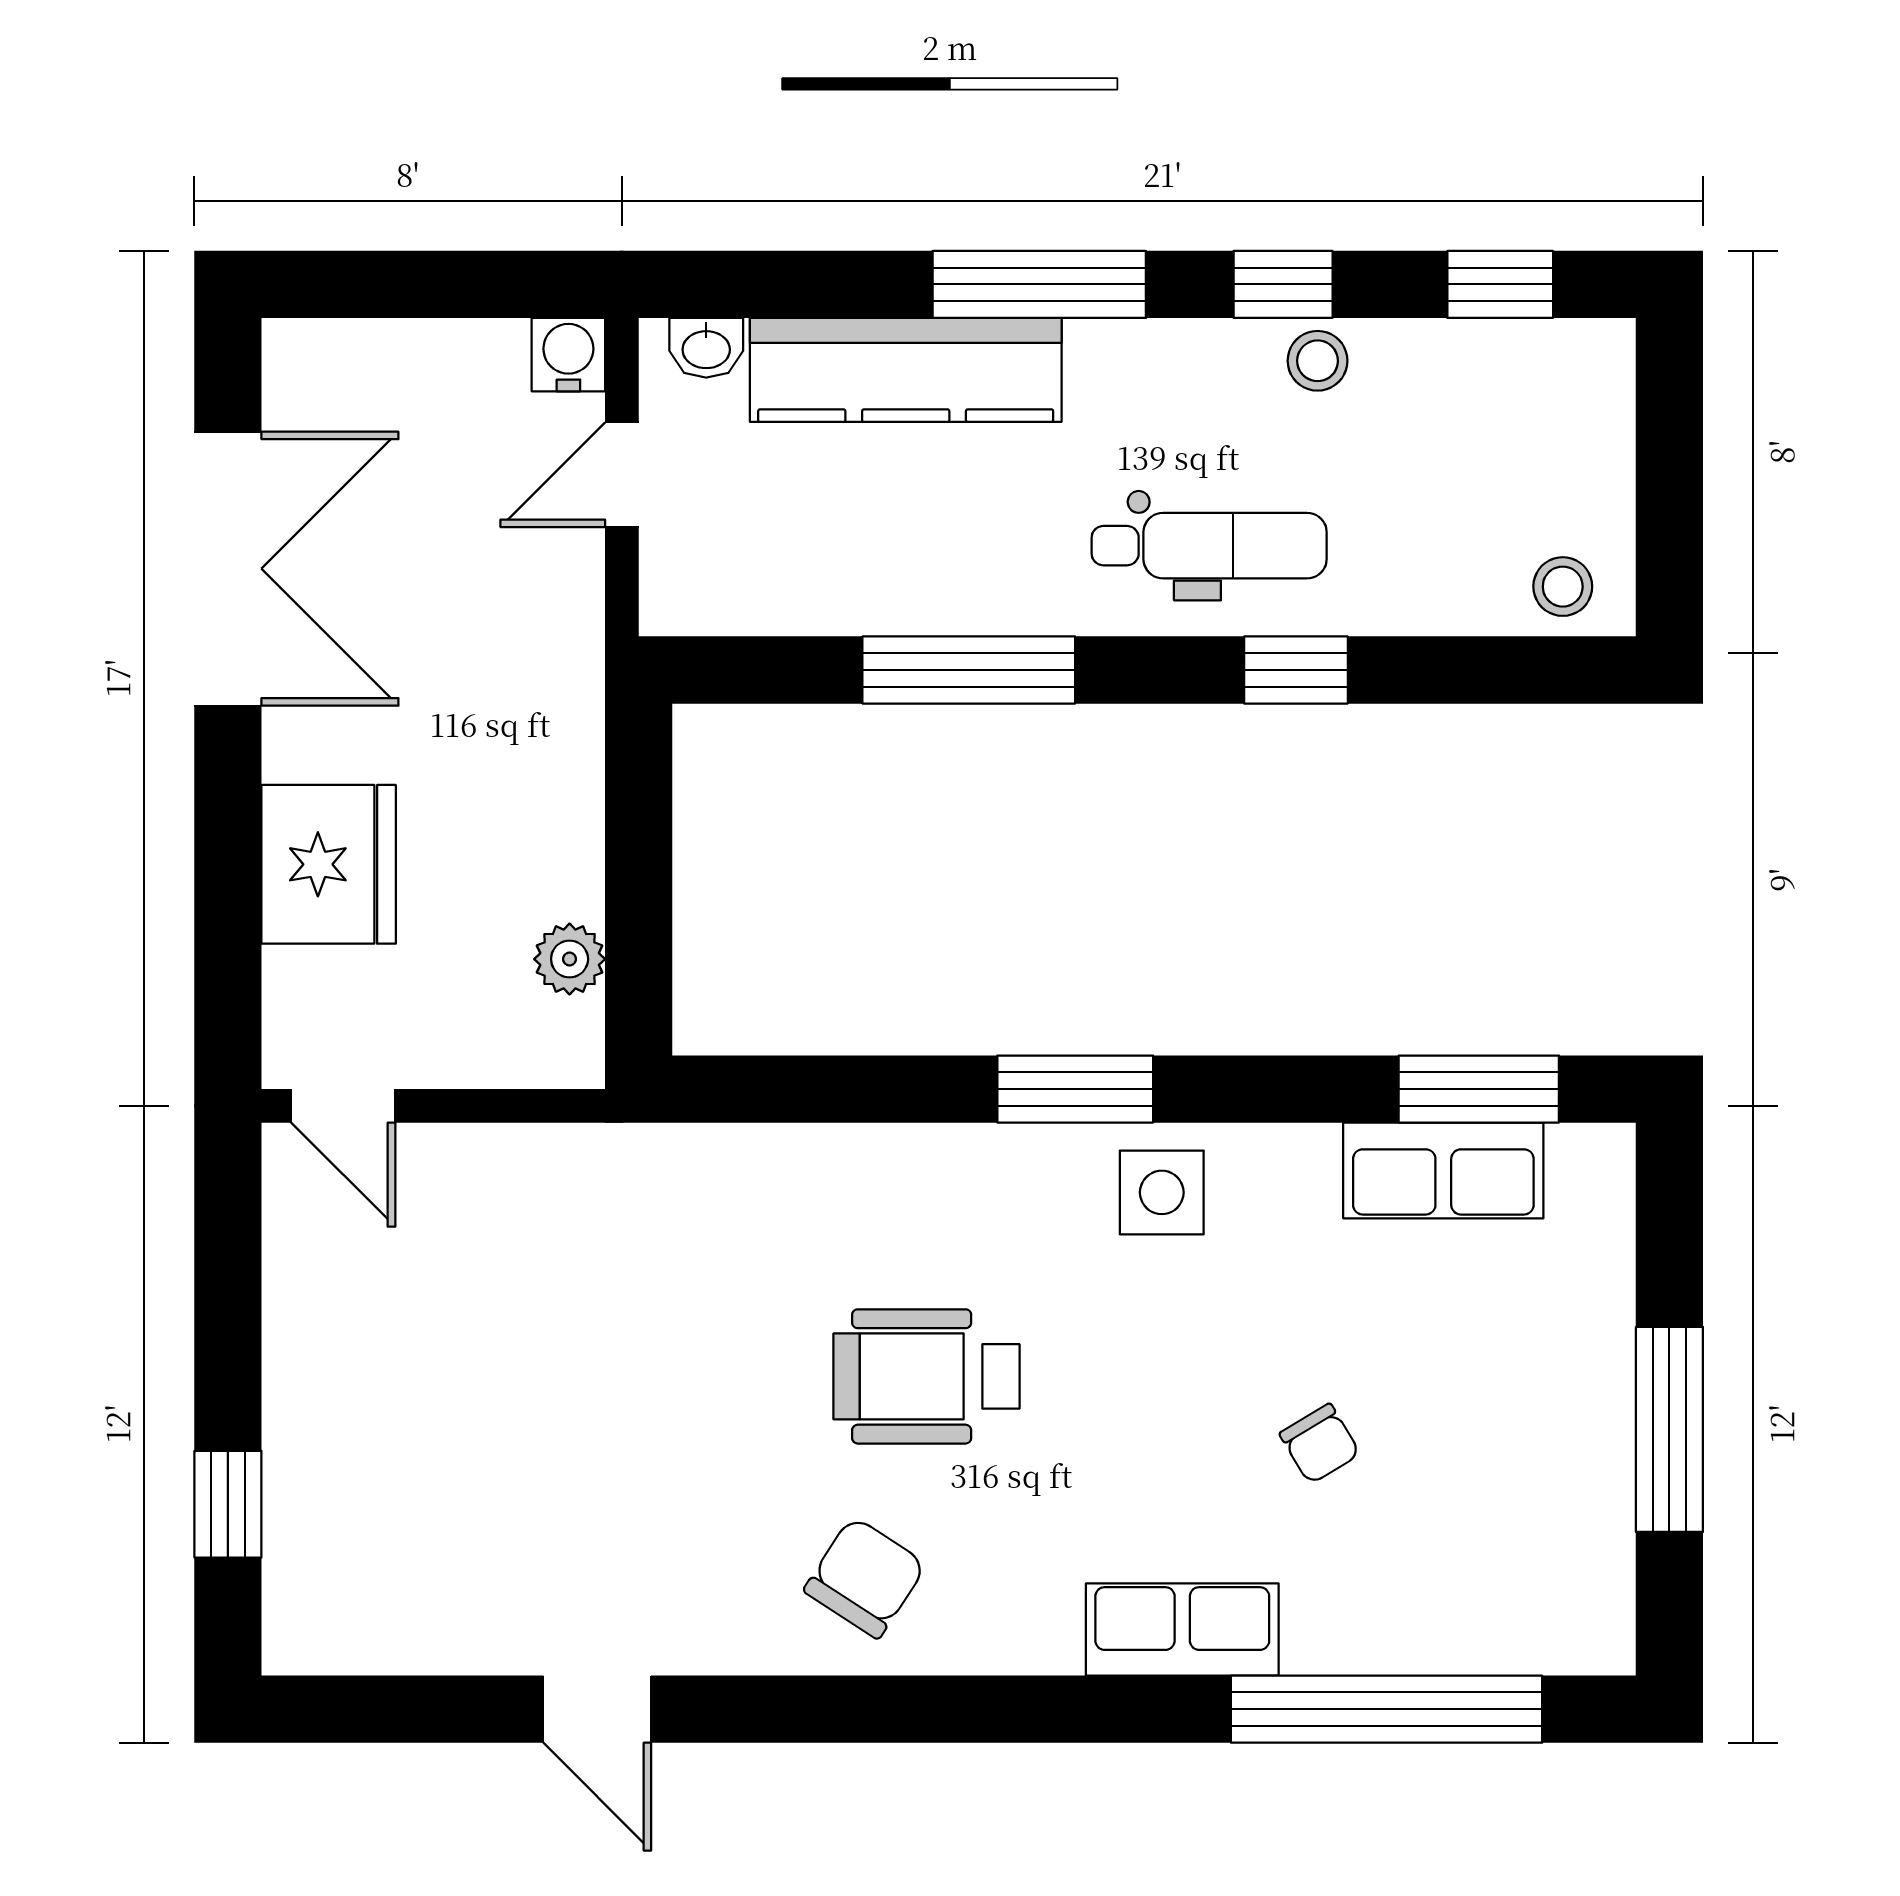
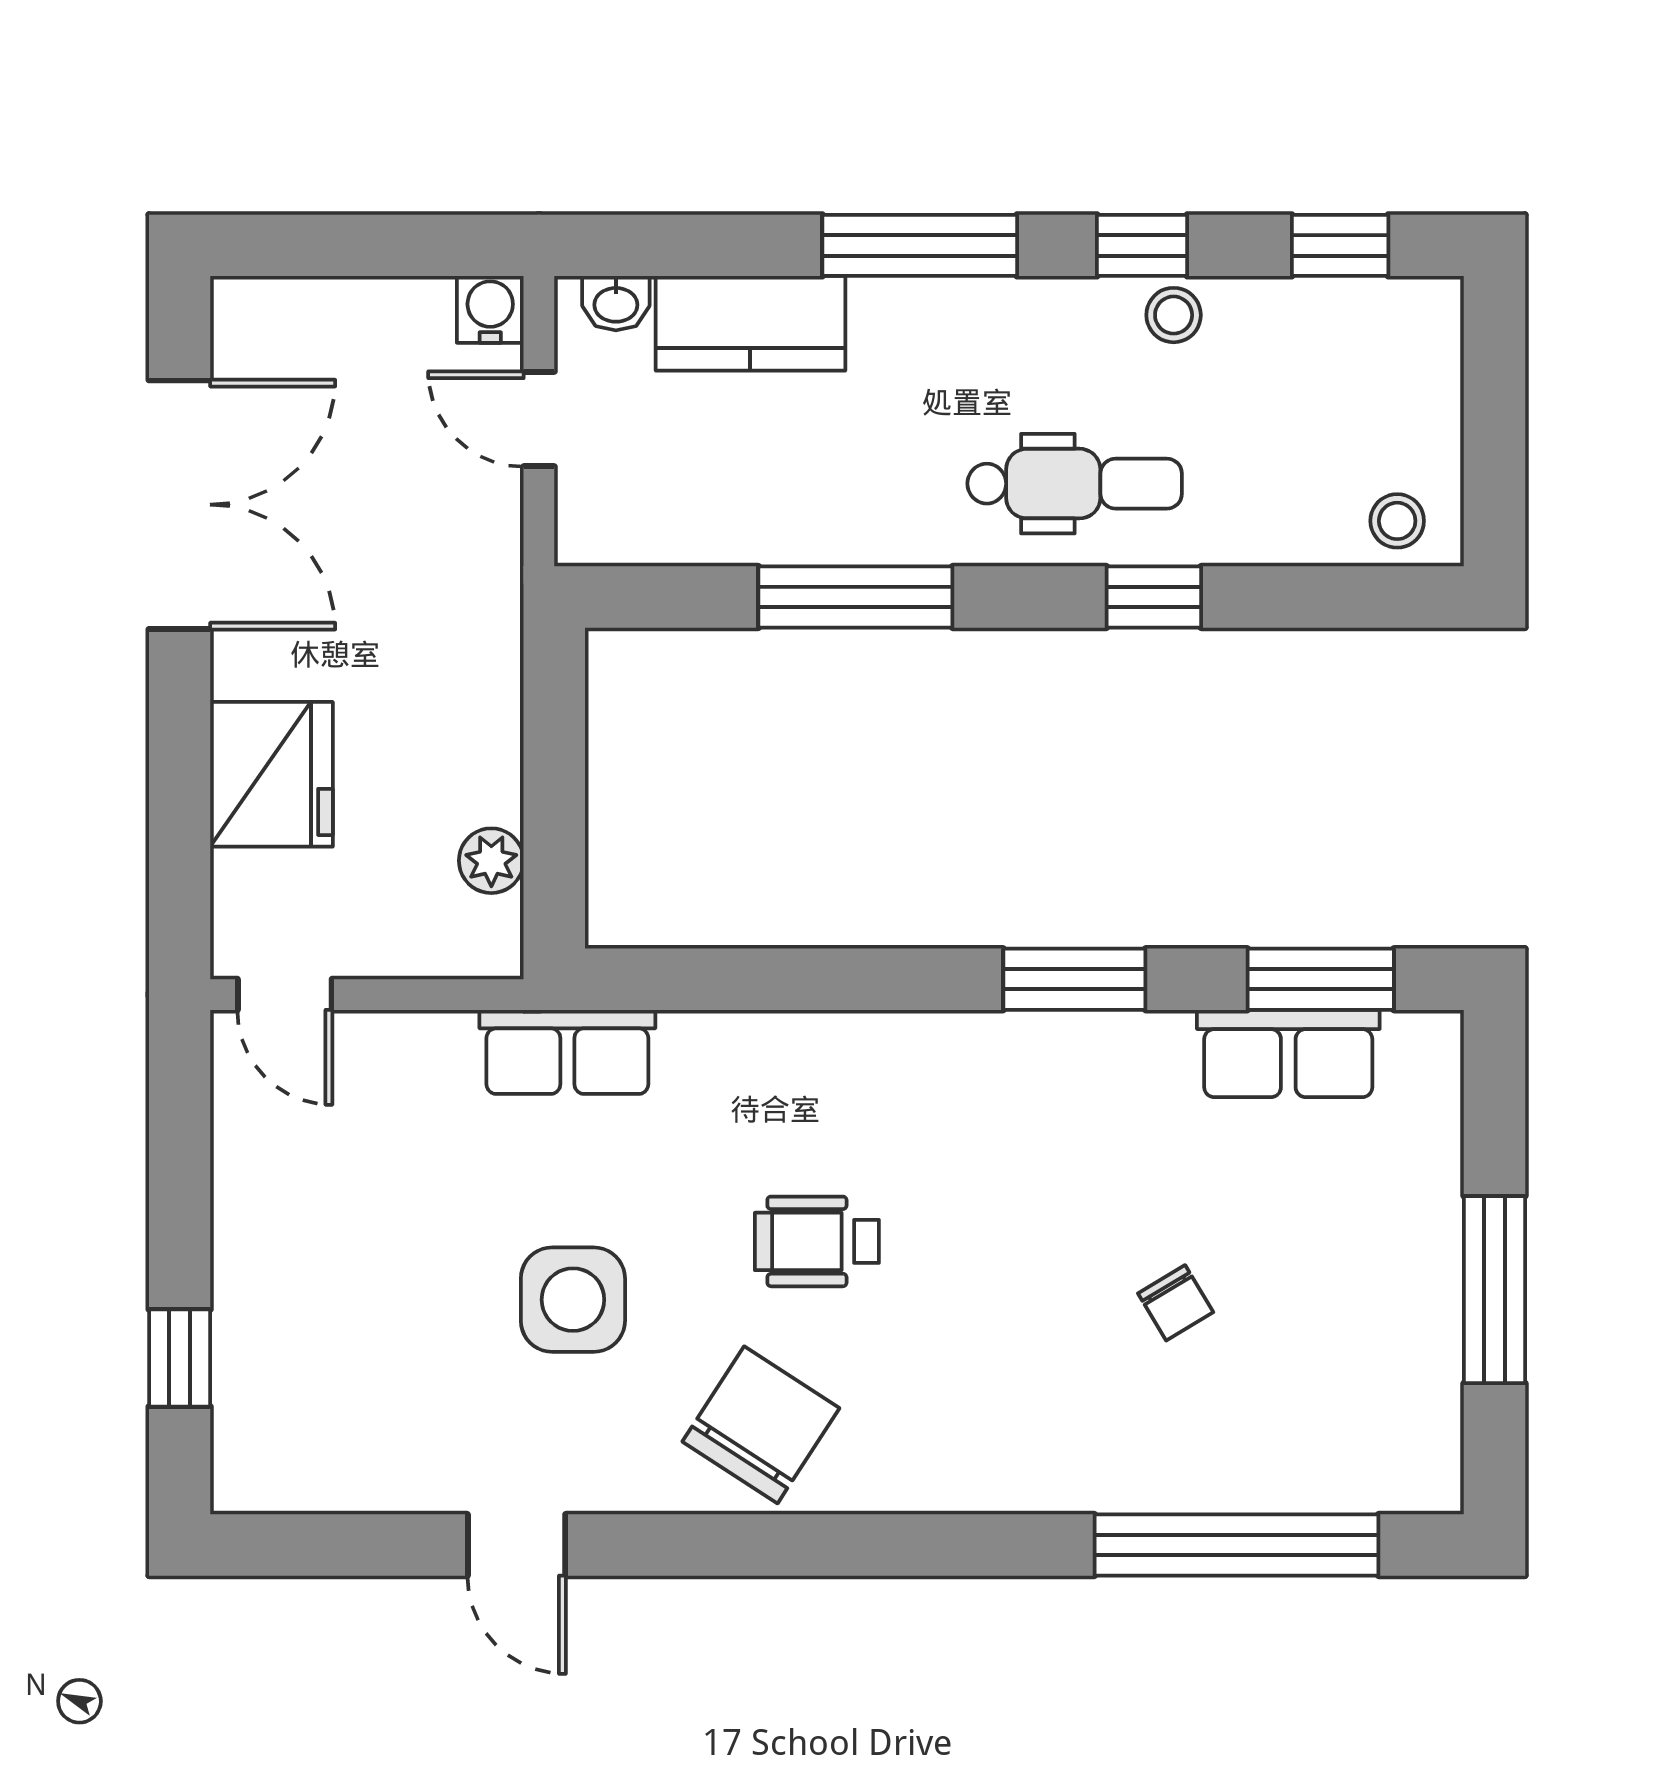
kitchen counter: (906, 370) -> (750, 323), width x0.67
door: (622, 475) -> (539, 419), hinge flipped
window: (1075, 1089) -> (1074, 979), moved
side table: (1162, 1192) -> (573, 1300), moved, width x1.37, depth x1.37
wheelchair: (927, 1376) -> (817, 1241), width x0.73, depth x0.73
chair: (865, 1578) -> (761, 1425), width x1.37, depth x1.37
row of seats: (1182, 1630) -> (567, 1052), moved, turned 180

